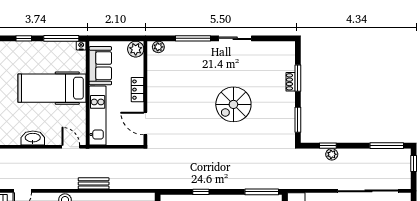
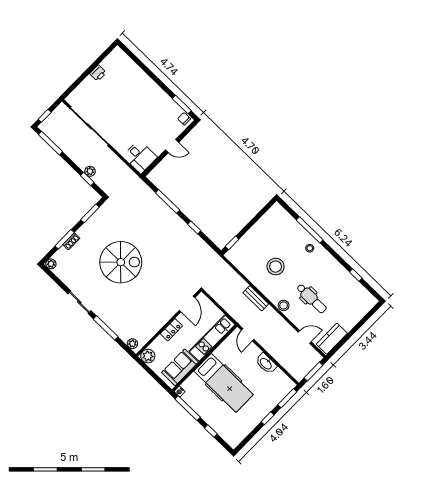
plant: (289, 47) -> (51, 264), added
spiral stairs: (233, 104) -> (121, 262), width x1.37, depth x1.37
window: (262, 192) -> (168, 201), moved

